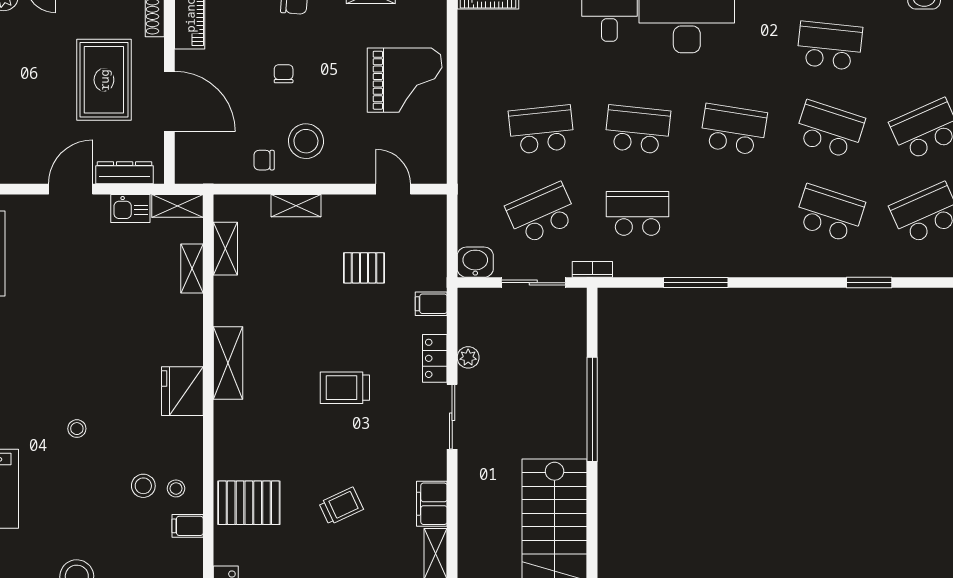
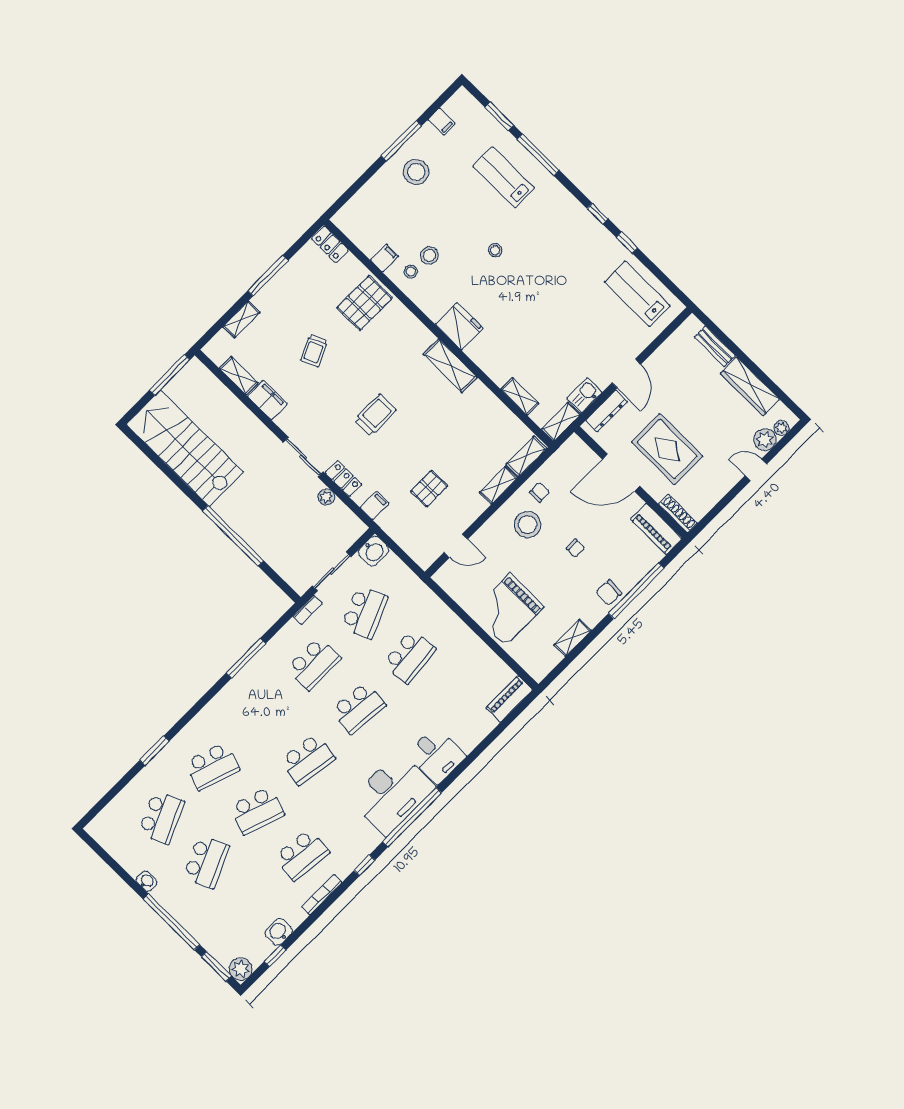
shelving: (225, 249) -> (526, 456), moved, turned 90

